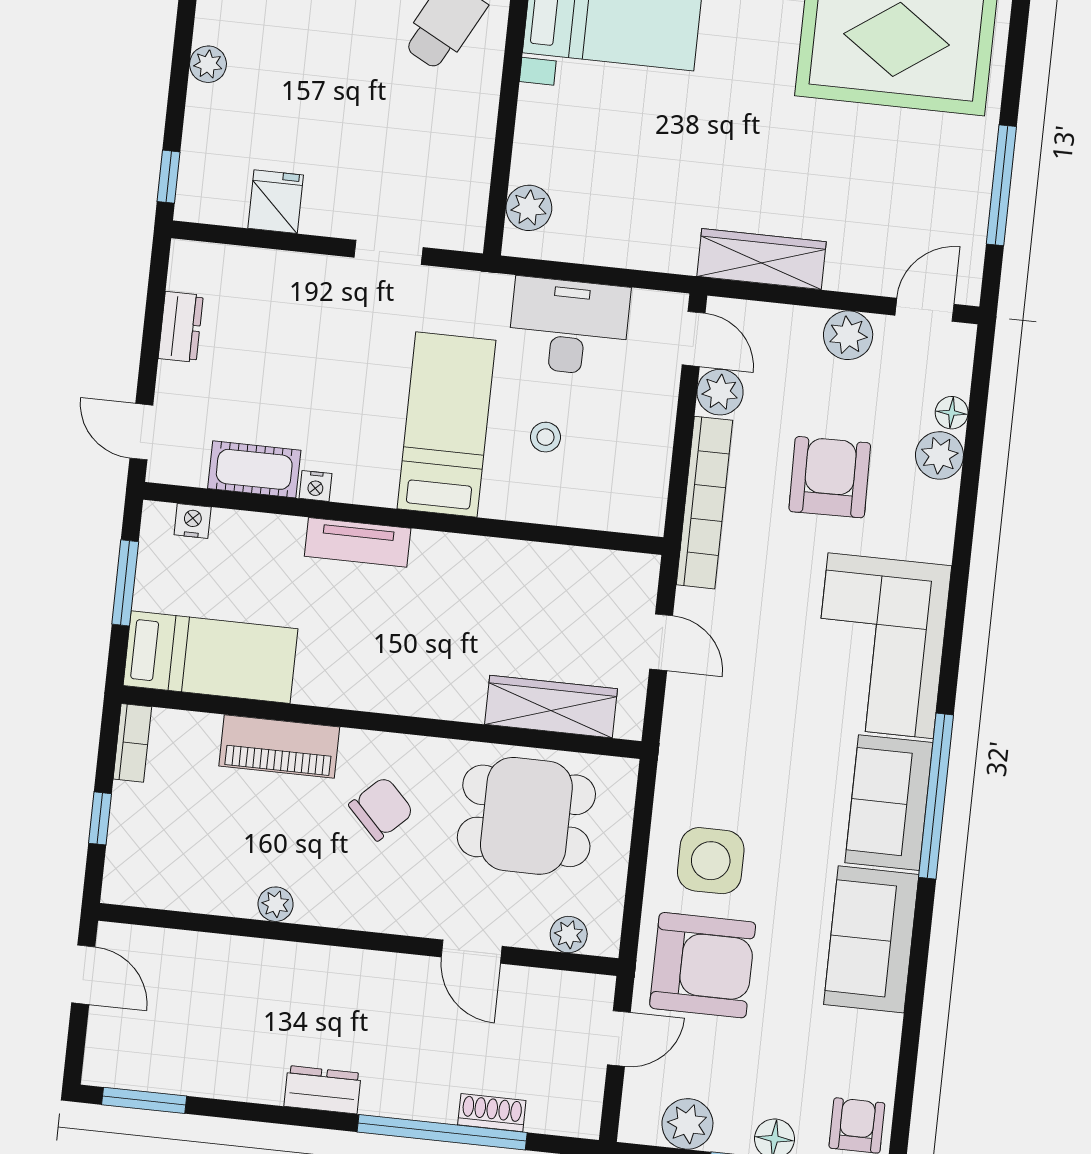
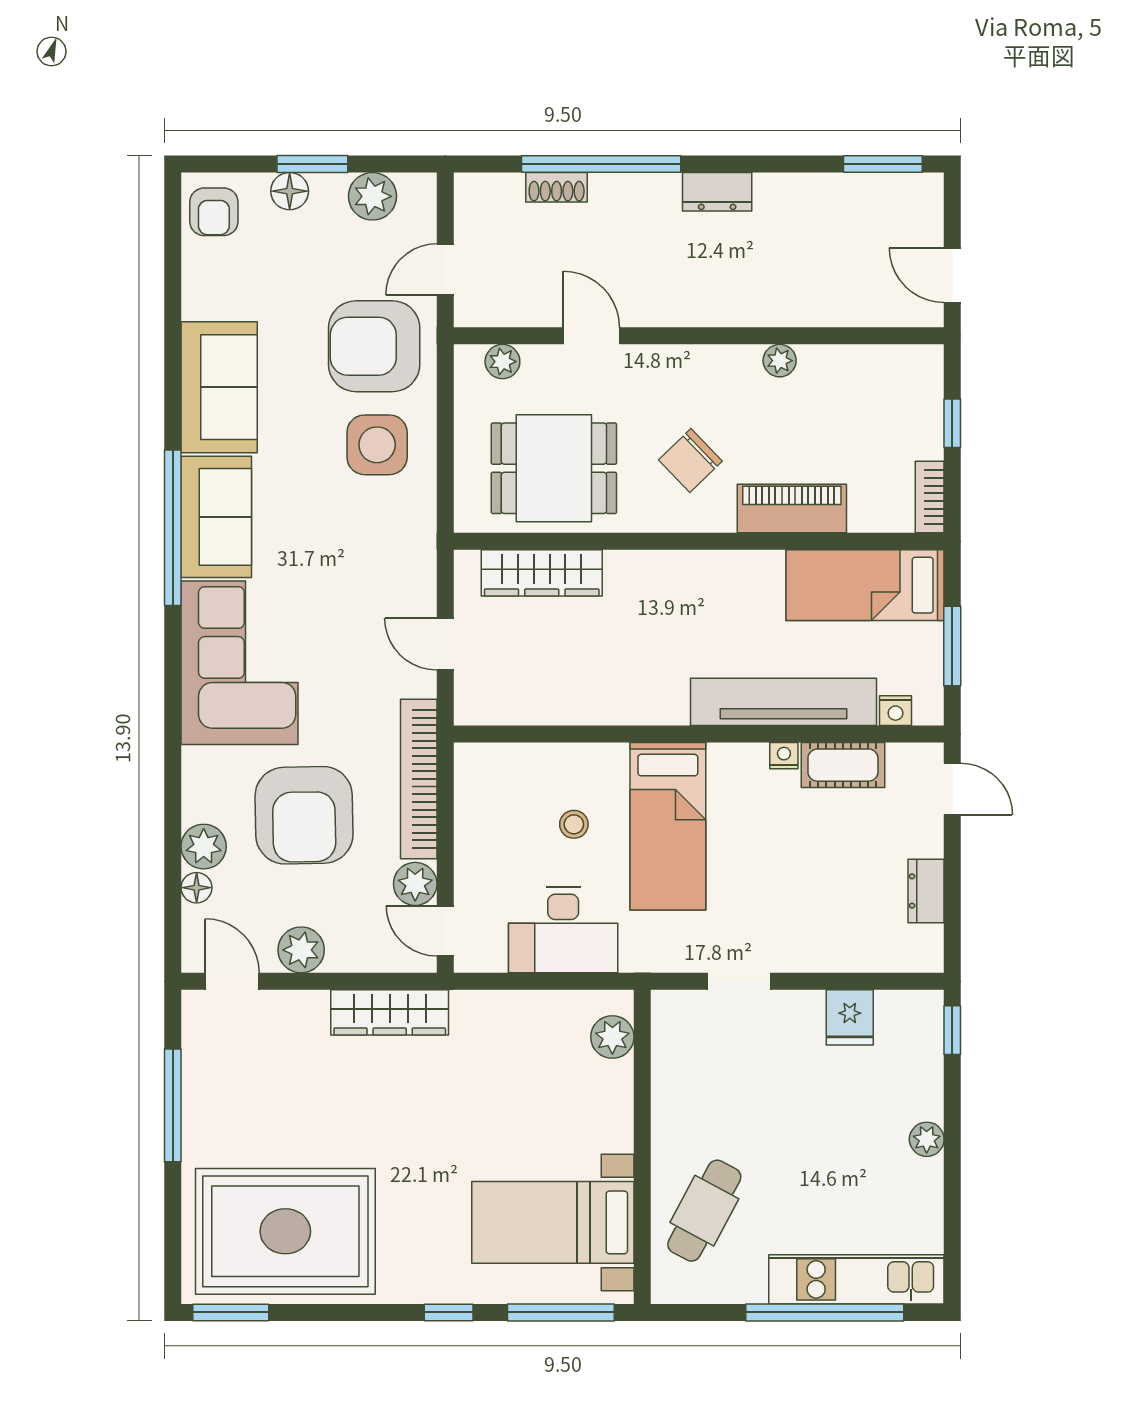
door: (924, 310) -> (232, 981), swing flipped
armchair: (830, 477) -> (304, 815), width x1.36, depth x1.36
tv unit: (358, 542) -> (783, 702), width x1.92, depth x1.29

